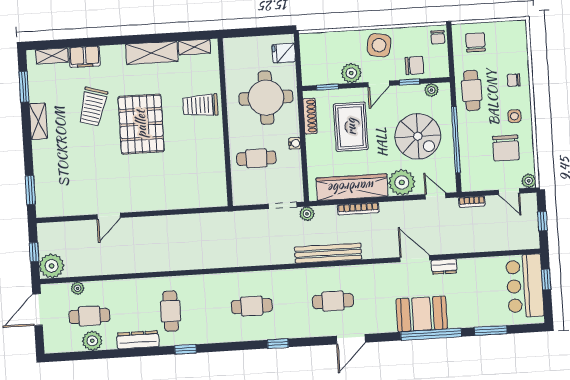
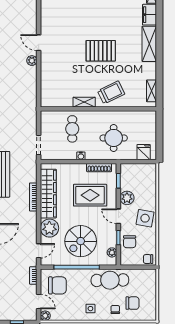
chair: (475, 42) -> (132, 303), moved
shelving: (152, 53) -> (149, 44), moved
cafe table: (472, 90) -> (110, 280), width x1.37, depth x1.35
round table: (266, 98) -> (114, 138), width x0.73, depth x0.73
trolley: (200, 105) -> (111, 92), turned 64
trolley: (93, 107) -> (115, 18), removed
pallet: (141, 124) -> (101, 51), width x0.73, depth x0.71
shelving: (217, 143) -> (84, 102), added
chair: (506, 148) -> (57, 285), moved, turned 180
door: (509, 192) -> (39, 302), swing flipped
plant: (307, 214) -> (32, 61), moved
door: (109, 216) -> (39, 43), moved

